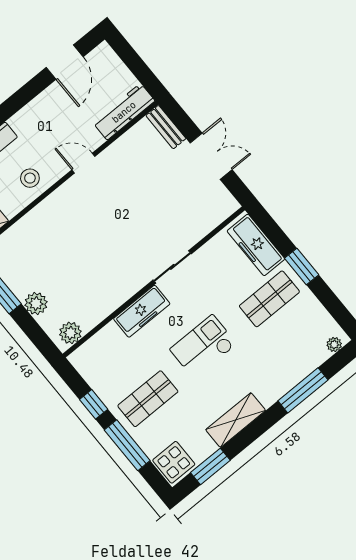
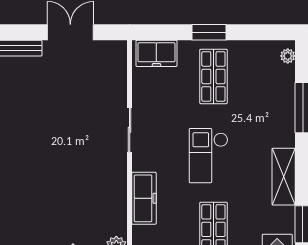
freezer: (256, 245) -> (156, 53), width x0.71
freezer: (142, 311) -> (144, 198), moved

